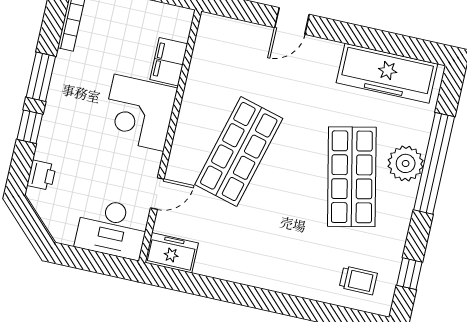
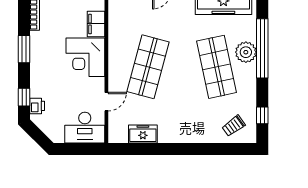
window: (30, 127) -> (24, 97), moved
freezer: (172, 253) -> (143, 134), moved
trolley: (358, 280) -> (234, 126), turned 144

